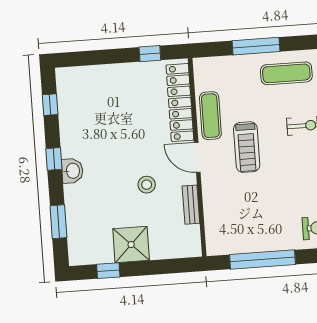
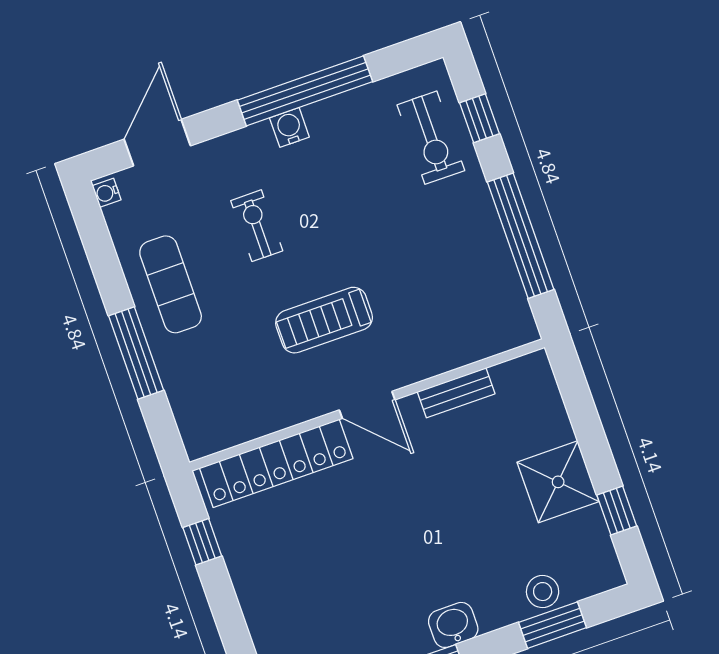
exercise mat: (210, 116) -> (285, 401), removed
treadmill: (247, 147) -> (324, 320), turned 180
door: (197, 157) -> (367, 405), hinge flipped
stool: (147, 185) -> (543, 592), moved

